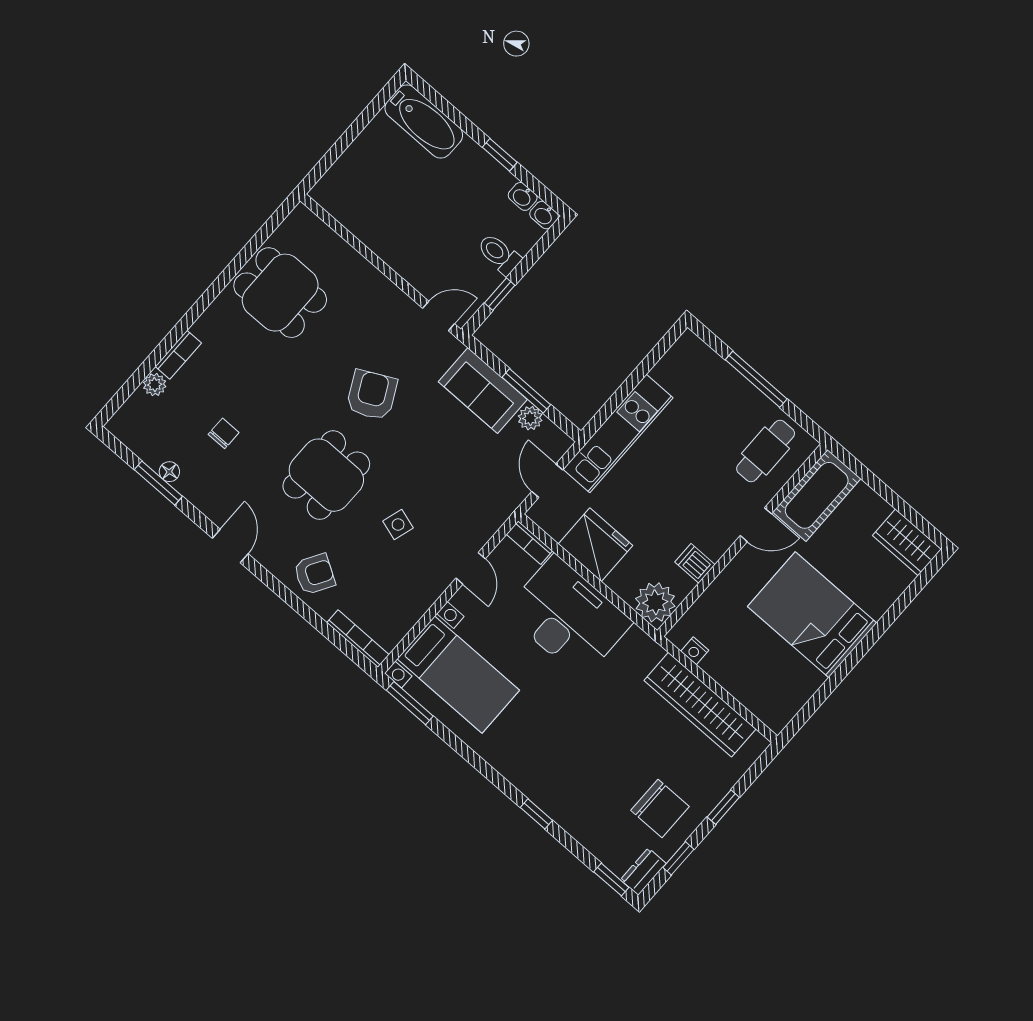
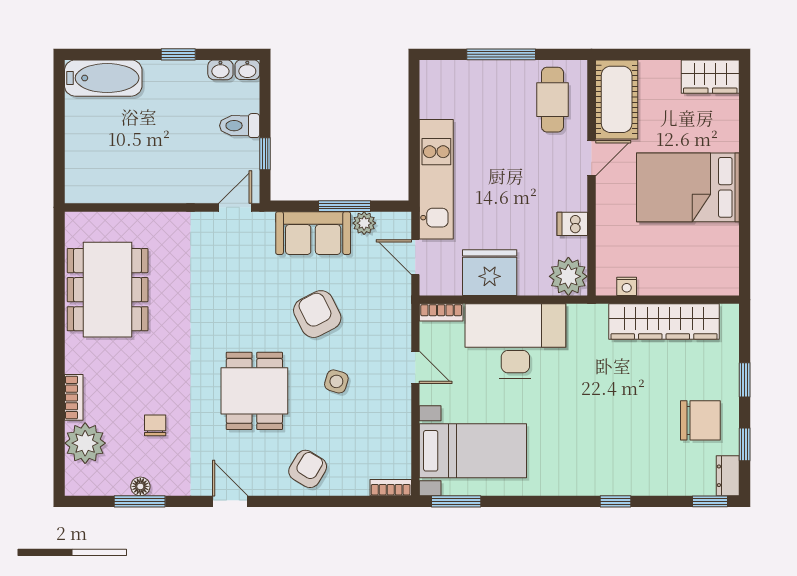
dining table: (280, 293) -> (108, 290), width x1.38
plant: (155, 385) -> (85, 443), width x1.88, depth x1.88
armchair: (372, 395) -> (317, 314), moved
bookcase: (358, 639) -> (391, 488), width x0.64

